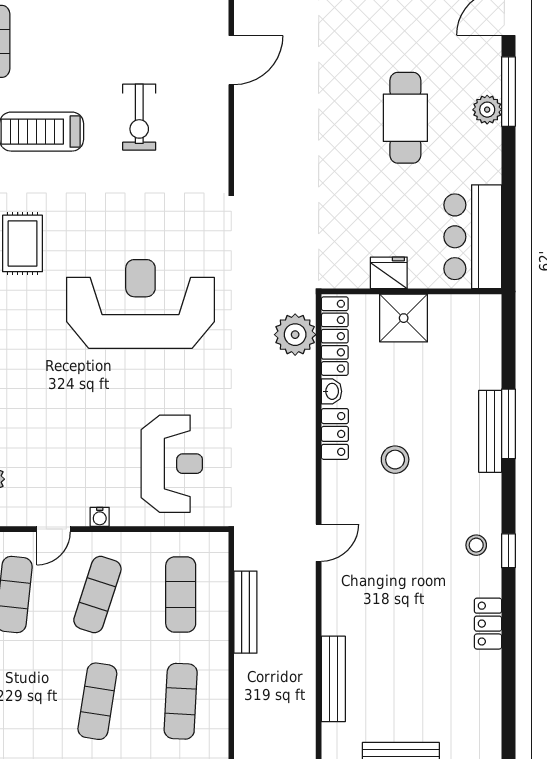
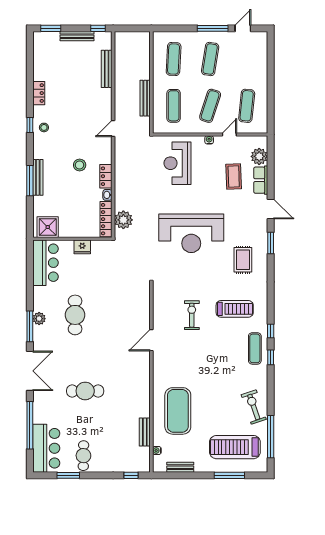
shower: (404, 318) -> (48, 227), moved
coffee table: (44, 433) -> (234, 176), added

